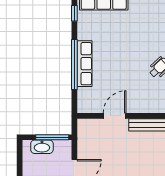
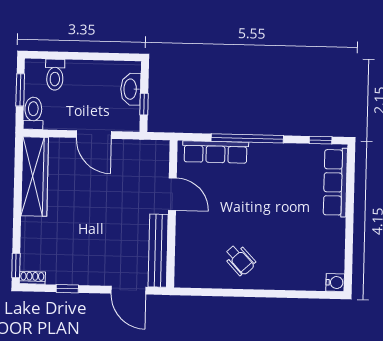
row of seats: (84, 64) -> (216, 152), moved
window: (52, 137) -> (144, 104), width x0.46

